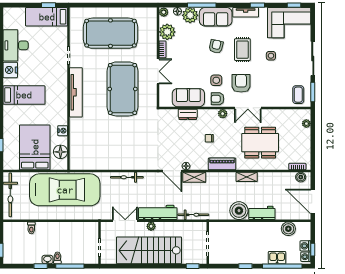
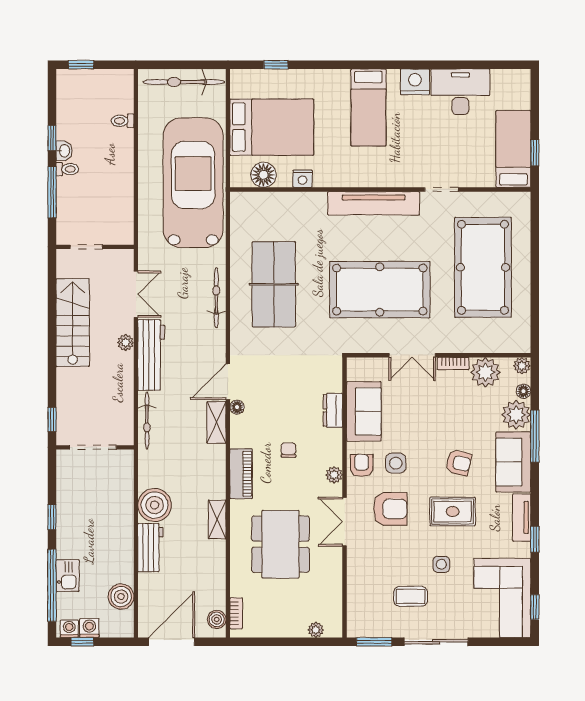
coffee table: (298, 95) -> (411, 596), moved
table tennis table: (120, 146) -> (274, 284), added
car: (65, 190) -> (193, 183), turned 180
stairs: (149, 250) -> (73, 323), width x0.73, depth x0.66

